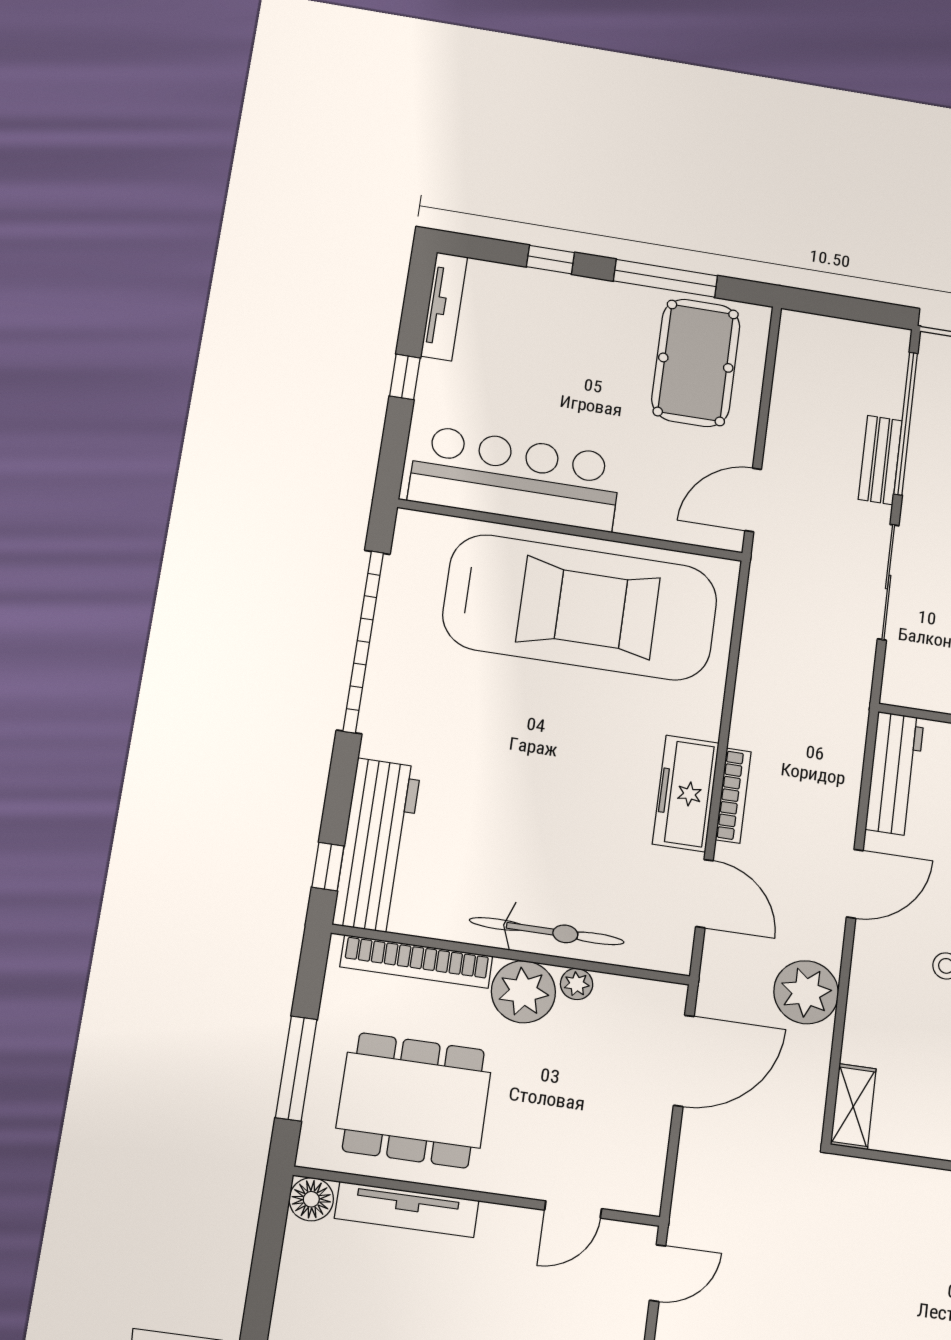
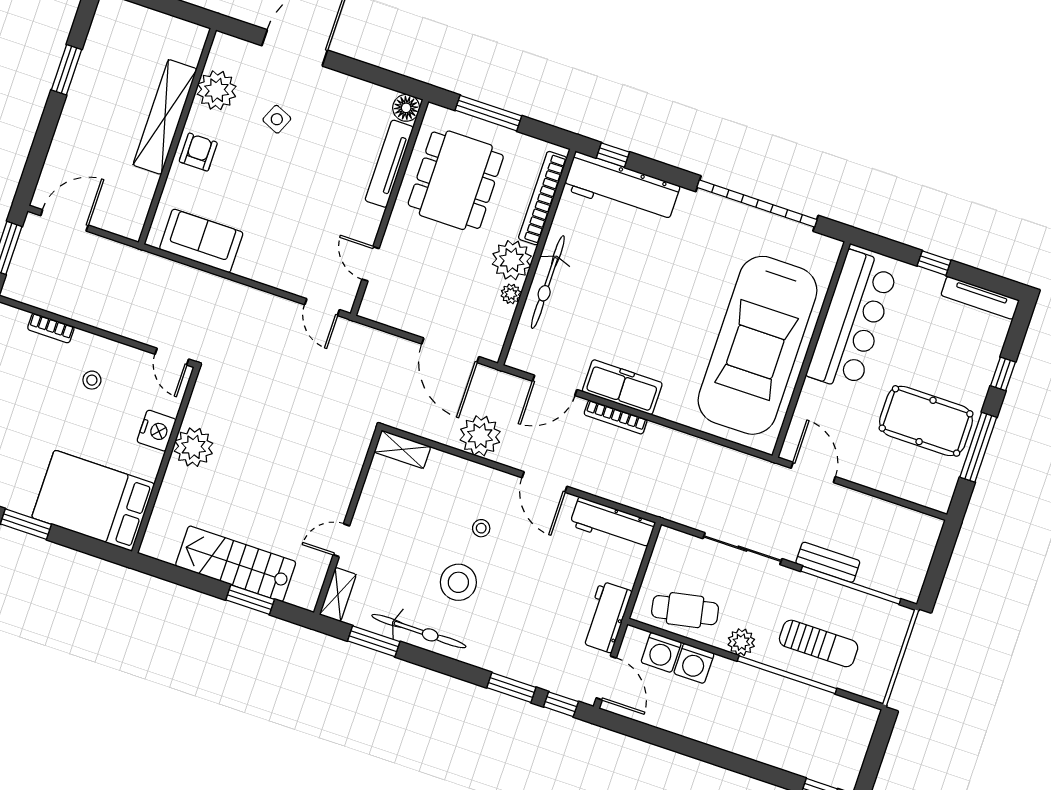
pool table: (696, 363) -> (926, 421), moved

